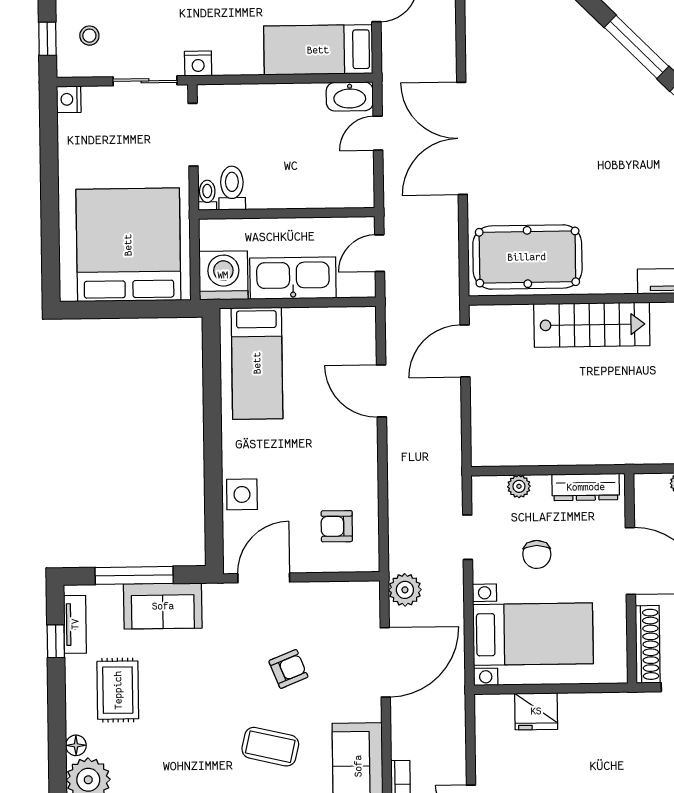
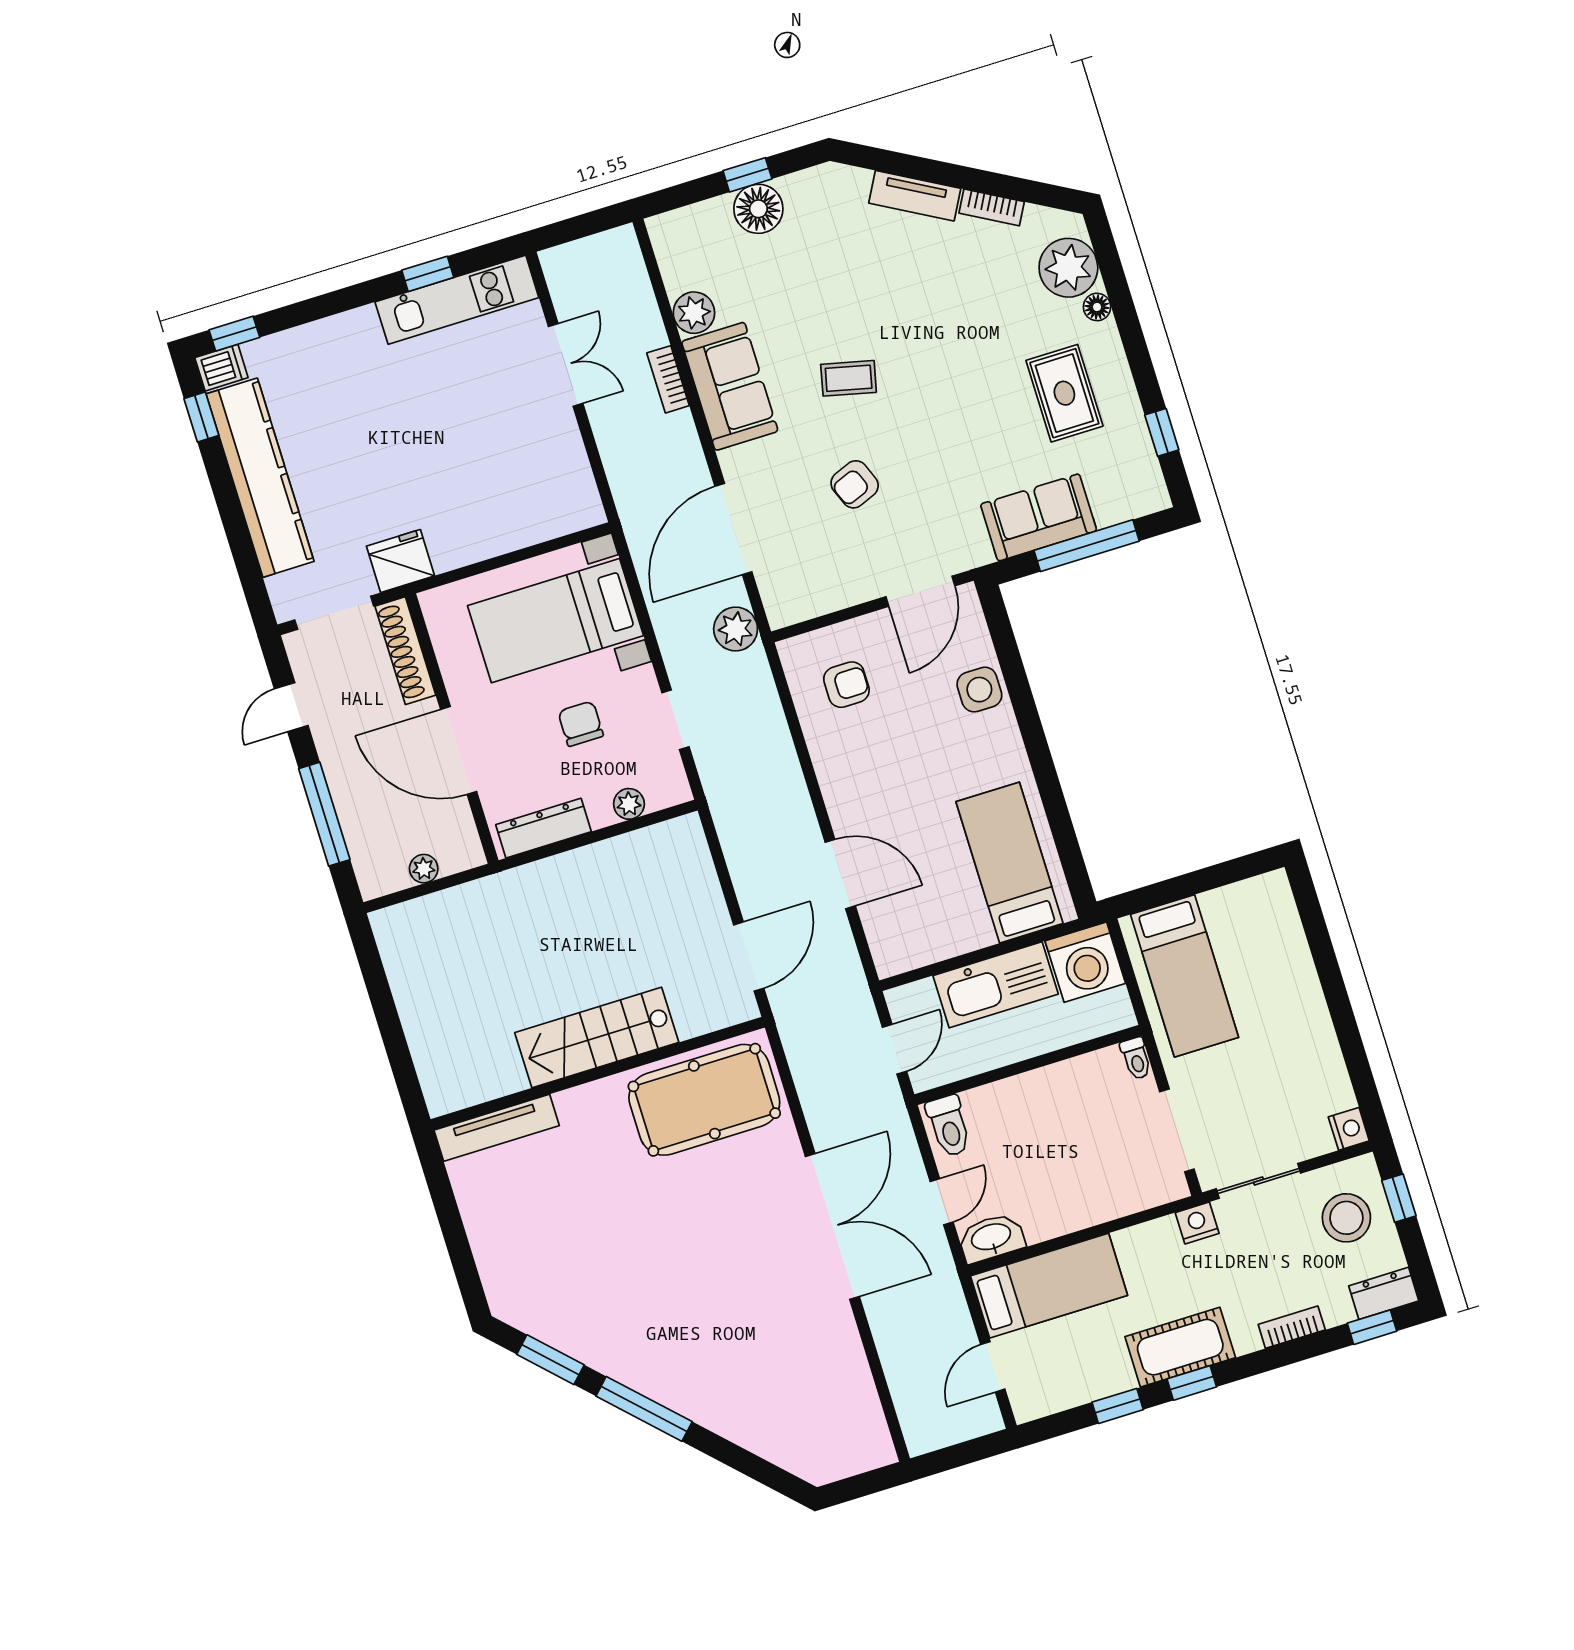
stool: (89, 36) -> (1346, 1218), width x1.89, depth x1.89
toilet: (232, 188) -> (949, 1126), moved
bed: (128, 245) -> (1185, 976), width x0.49
tv unit: (75, 624) -> (1144, 461), removed
fridge: (536, 711) -> (400, 561), moved
coffee table: (270, 747) -> (849, 378), width x0.73, depth x0.77

